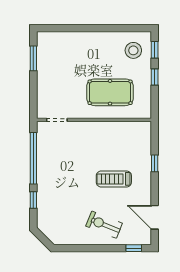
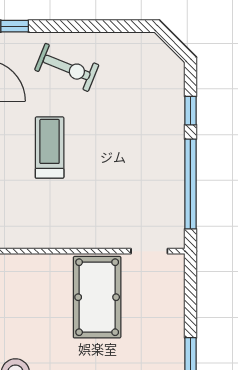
pool table: (110, 92) -> (97, 297), moved, turned 90
treadmill: (114, 179) -> (50, 148), turned -90

